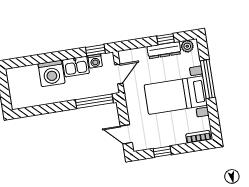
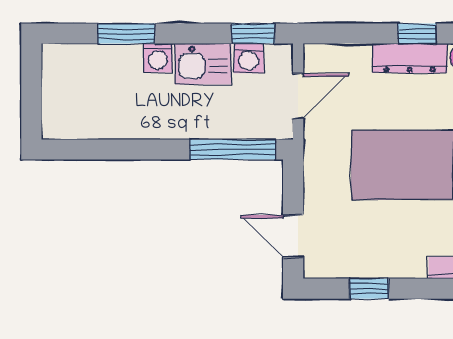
window: (41, 59) -> (126, 34), added
washing machine: (52, 73) -> (158, 58), width x0.53, depth x0.53

